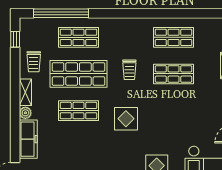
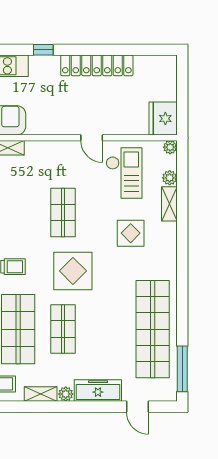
shop shelf: (174, 74) -> (63, 213), moved
display table: (126, 119) -> (73, 271), width x1.36, depth x1.36

